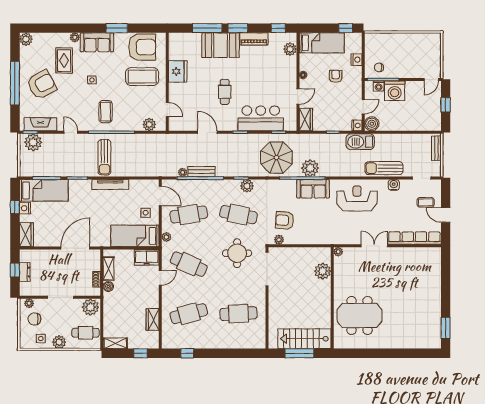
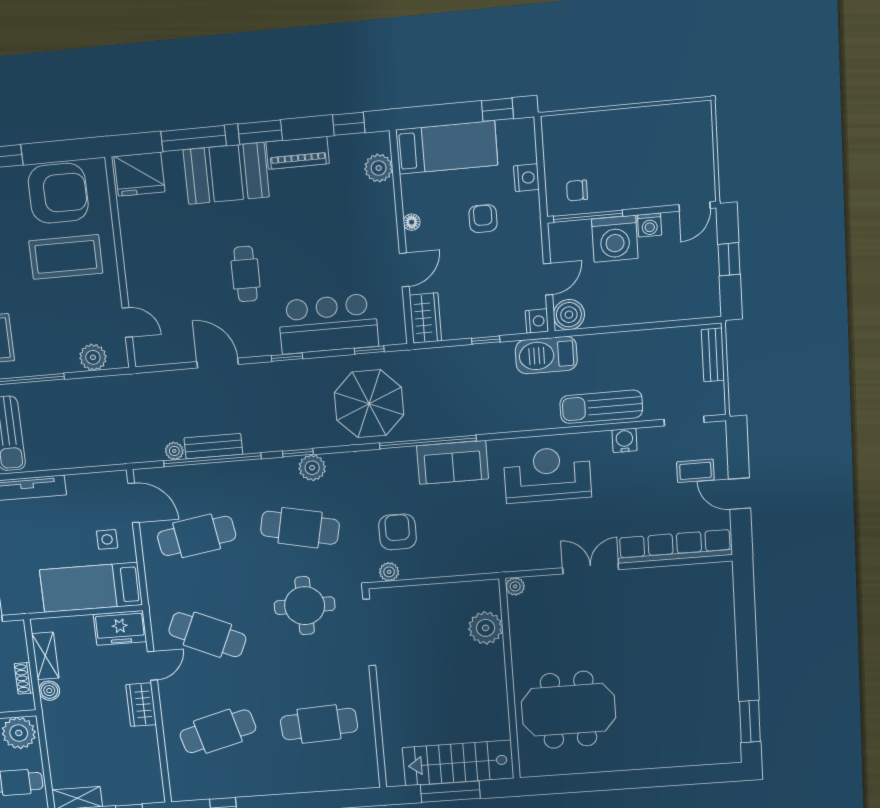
fridge: (178, 71) -> (139, 174), moved, turned 90
washing machine: (379, 86) -> (650, 225), moved
plant: (310, 168) -> (443, 420), removed
armchair: (285, 220) -> (398, 532), turned 86
plant: (166, 237) -> (155, 585), removed
wardrobe: (153, 320) -> (141, 705), moved

